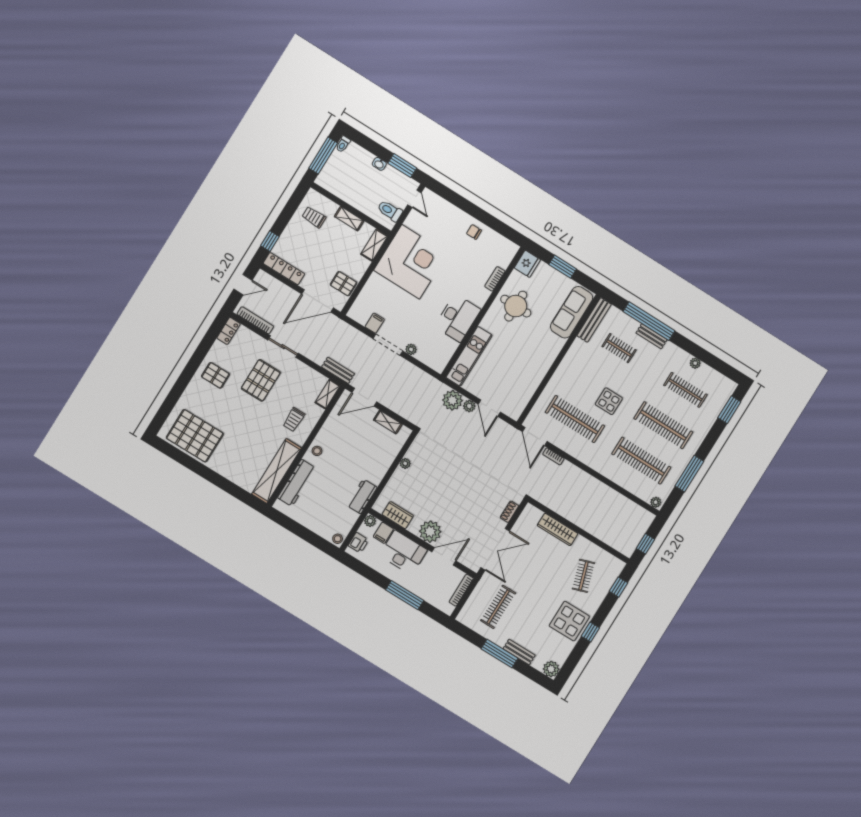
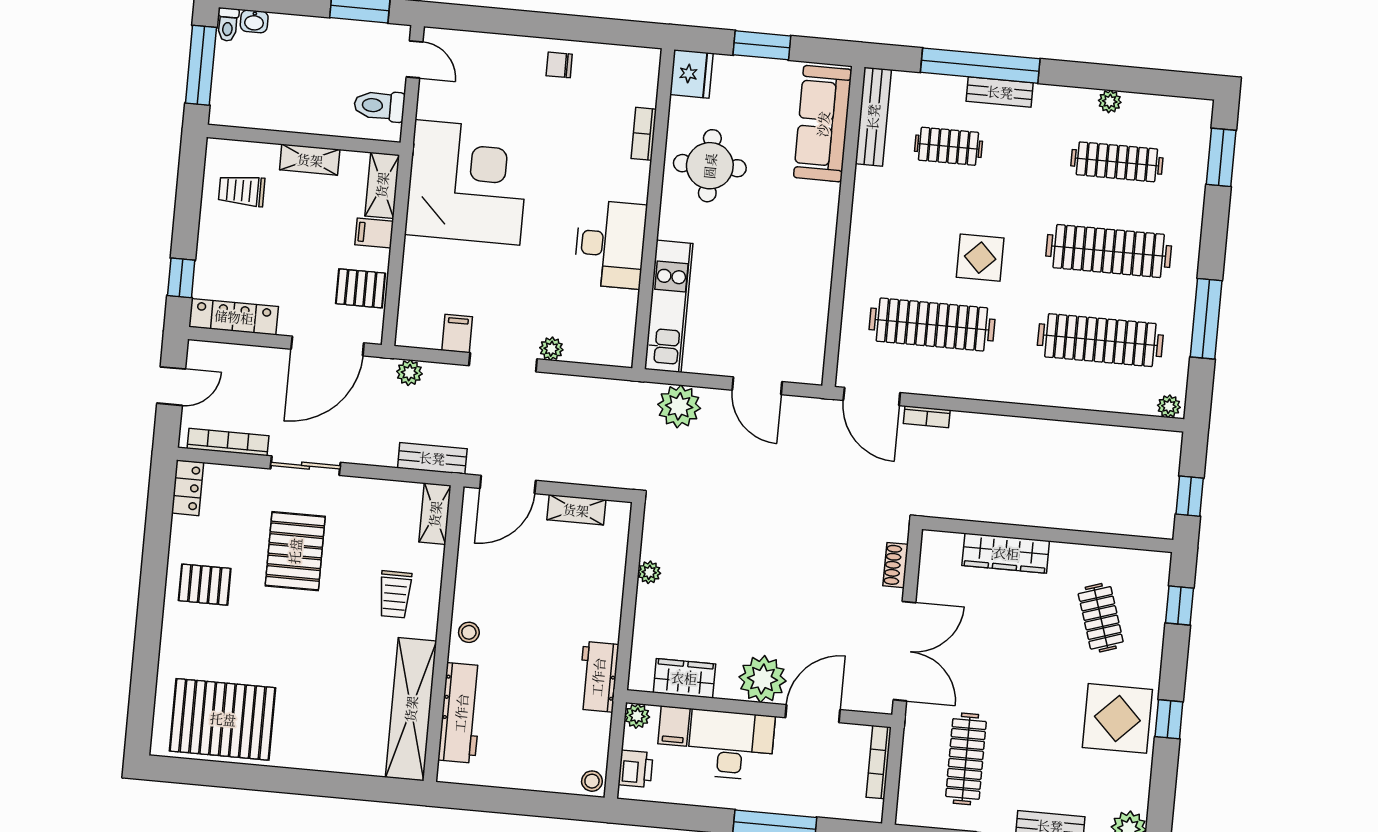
washbasin: (379, 164) -> (254, 21), moved
filing cabinet: (361, 263) -> (374, 233), added
plant: (469, 406) -> (409, 373), moved

